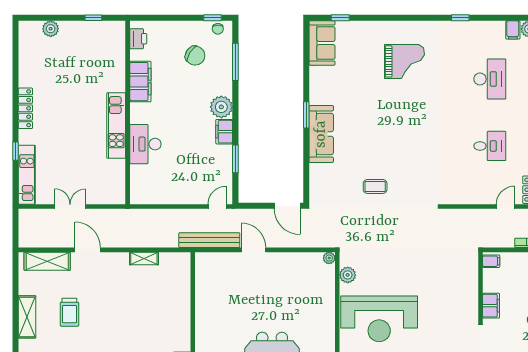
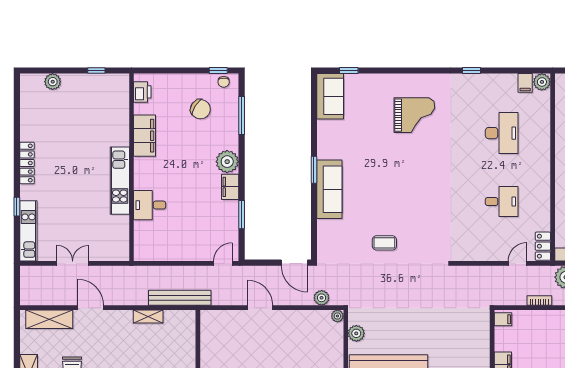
desk: (145, 144) -> (150, 205), width x0.73
bench: (209, 240) -> (180, 298), moved
plant: (314, 240) -> (322, 298), added

